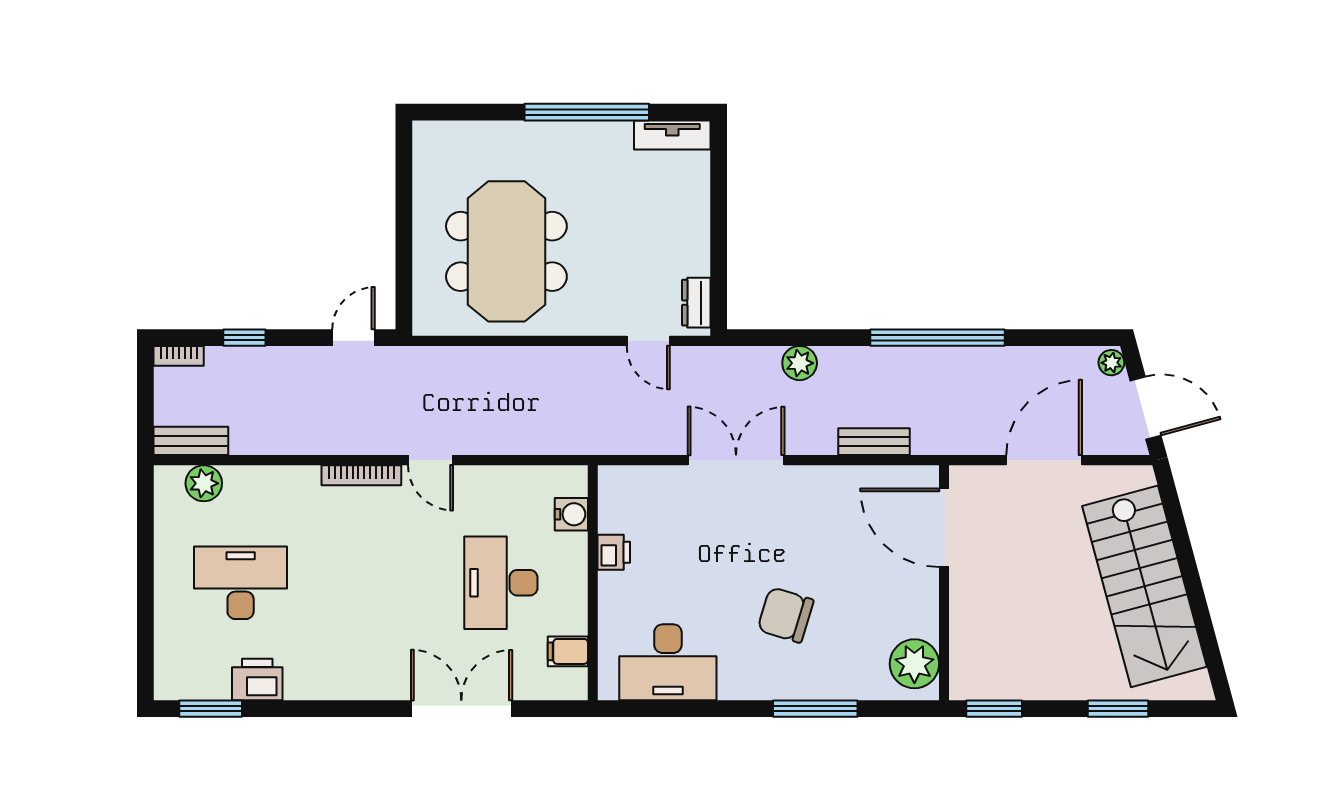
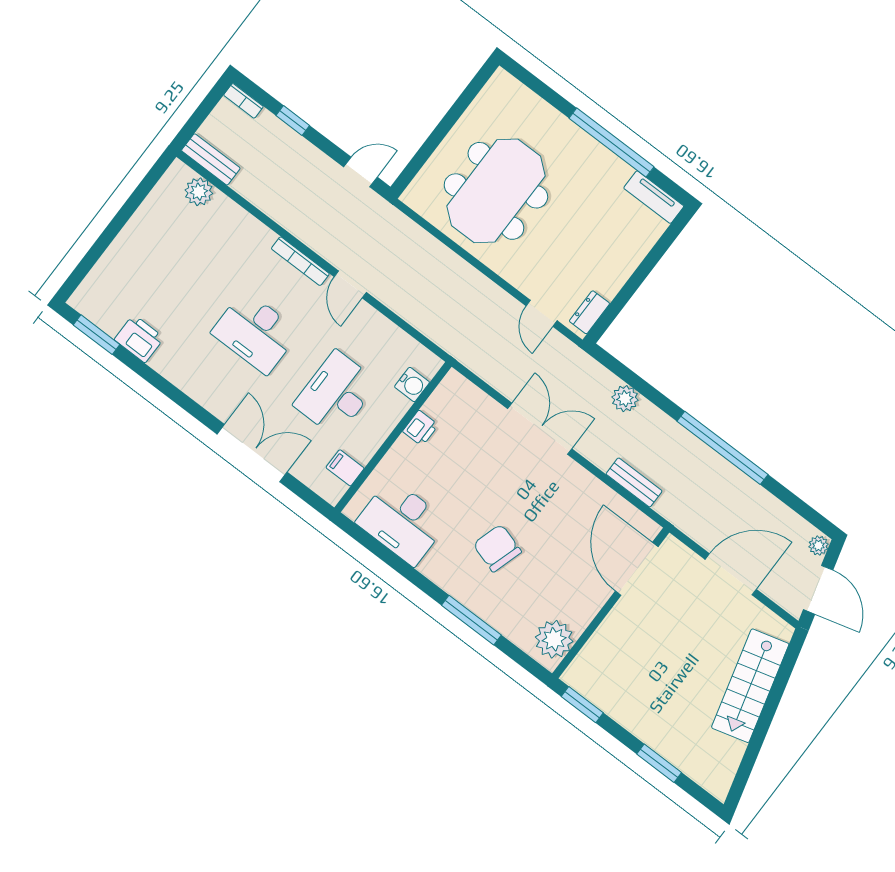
desk: (241, 583) -> (255, 332), moved, turned 180
stairs: (1144, 586) -> (750, 686), width x0.73, depth x0.66

